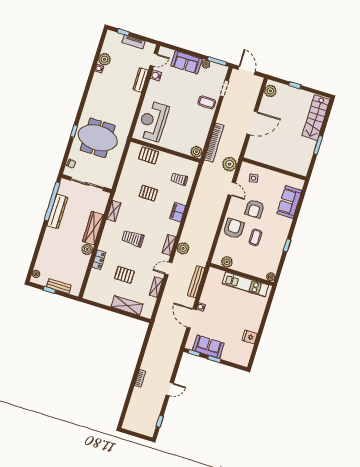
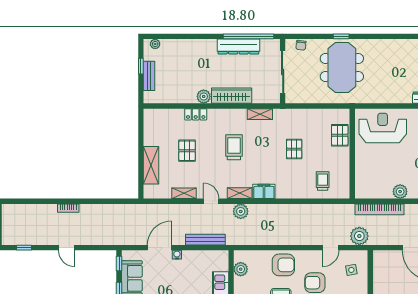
plant: (196, 152) -> (400, 192), moved
filing cabinet: (178, 212) -> (264, 191), moved

